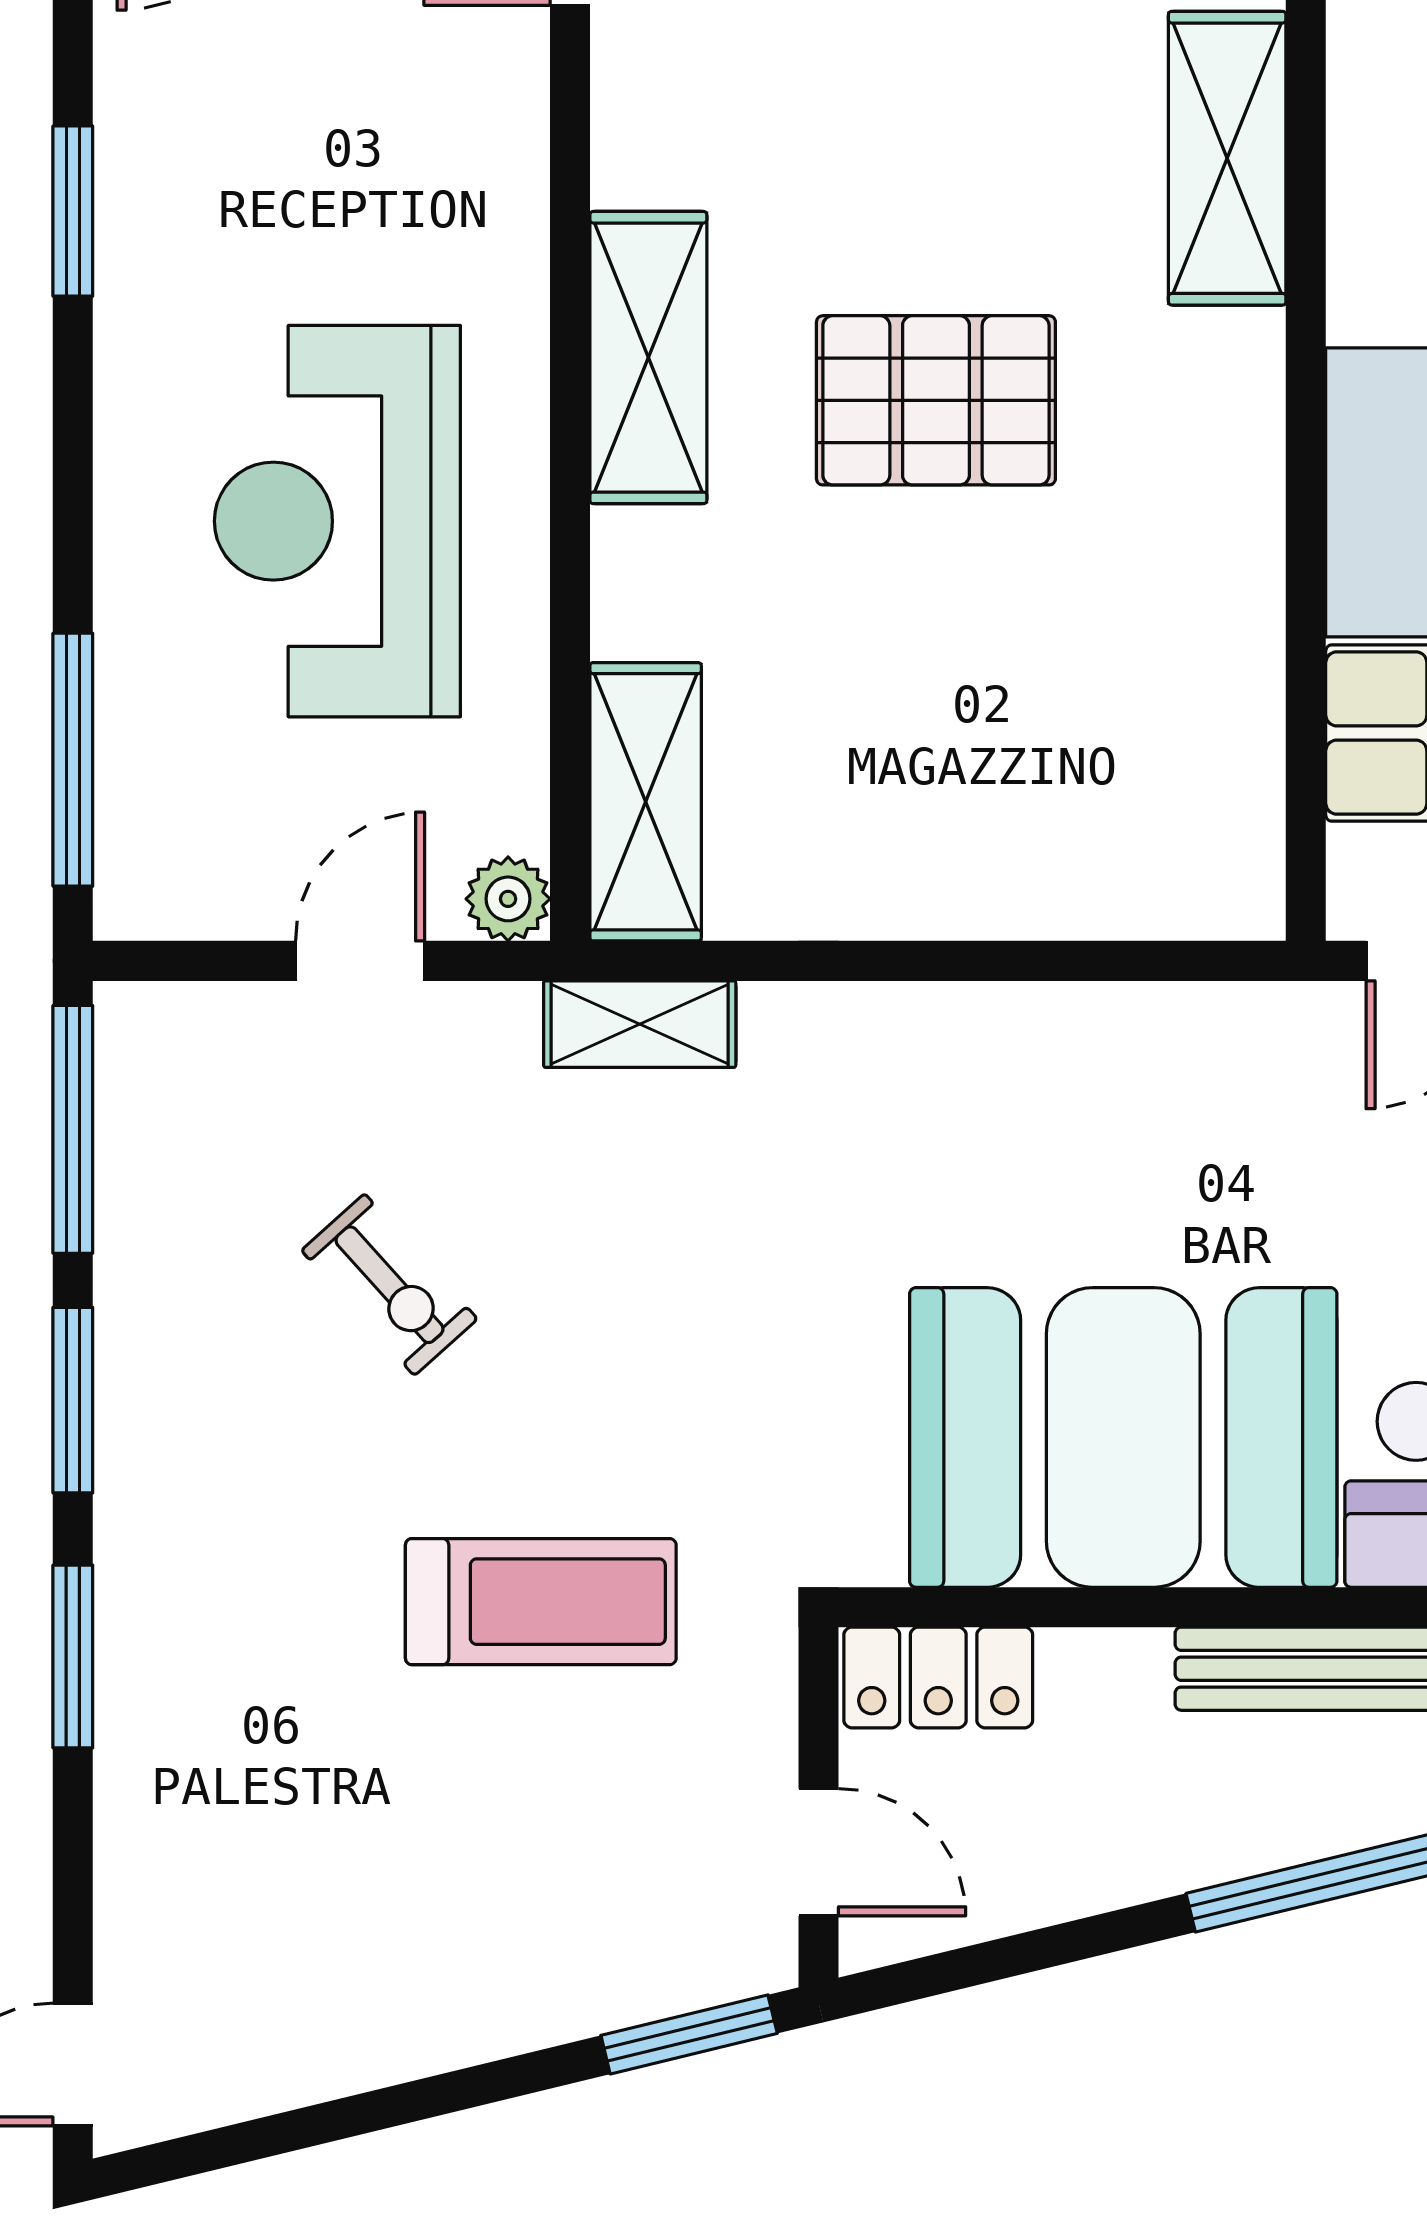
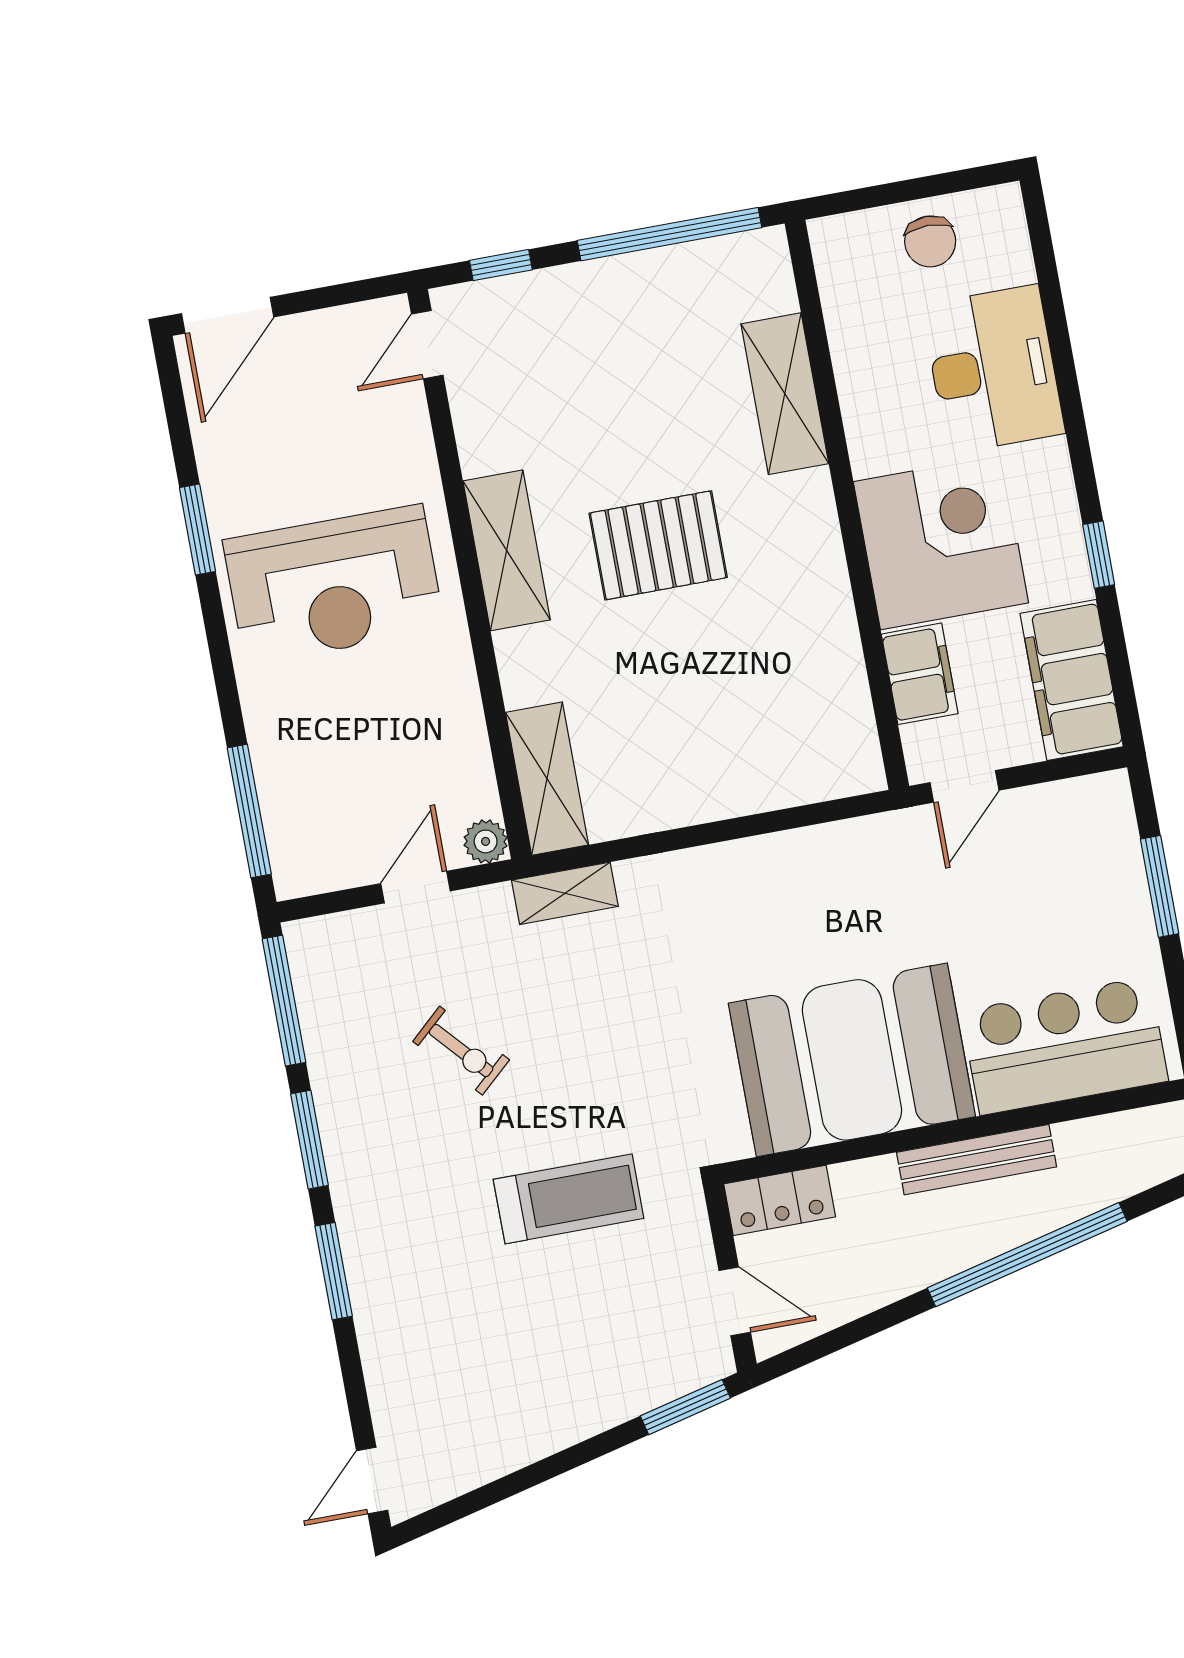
reception desk: (337, 521) -> (334, 585), moved, turned -90

